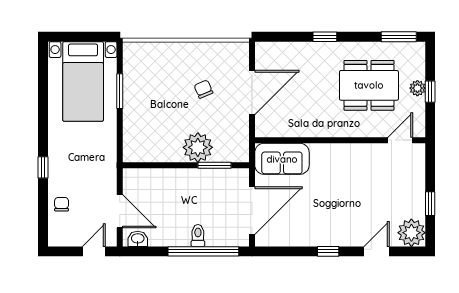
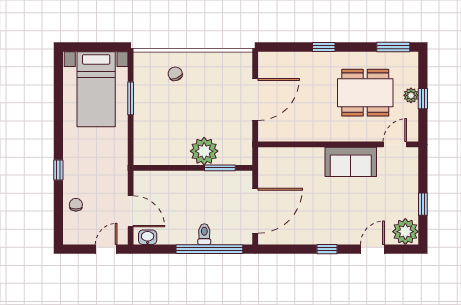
chair: (203, 89) -> (175, 74), moved
sofa: (282, 159) -> (351, 162), moved

